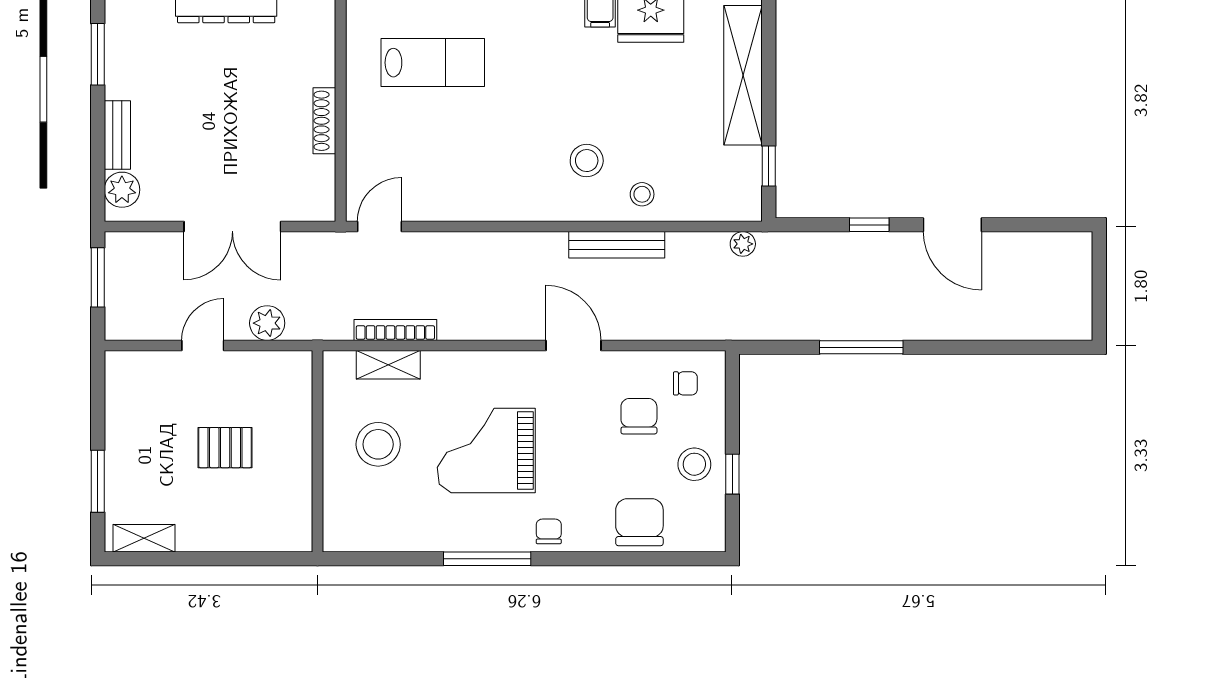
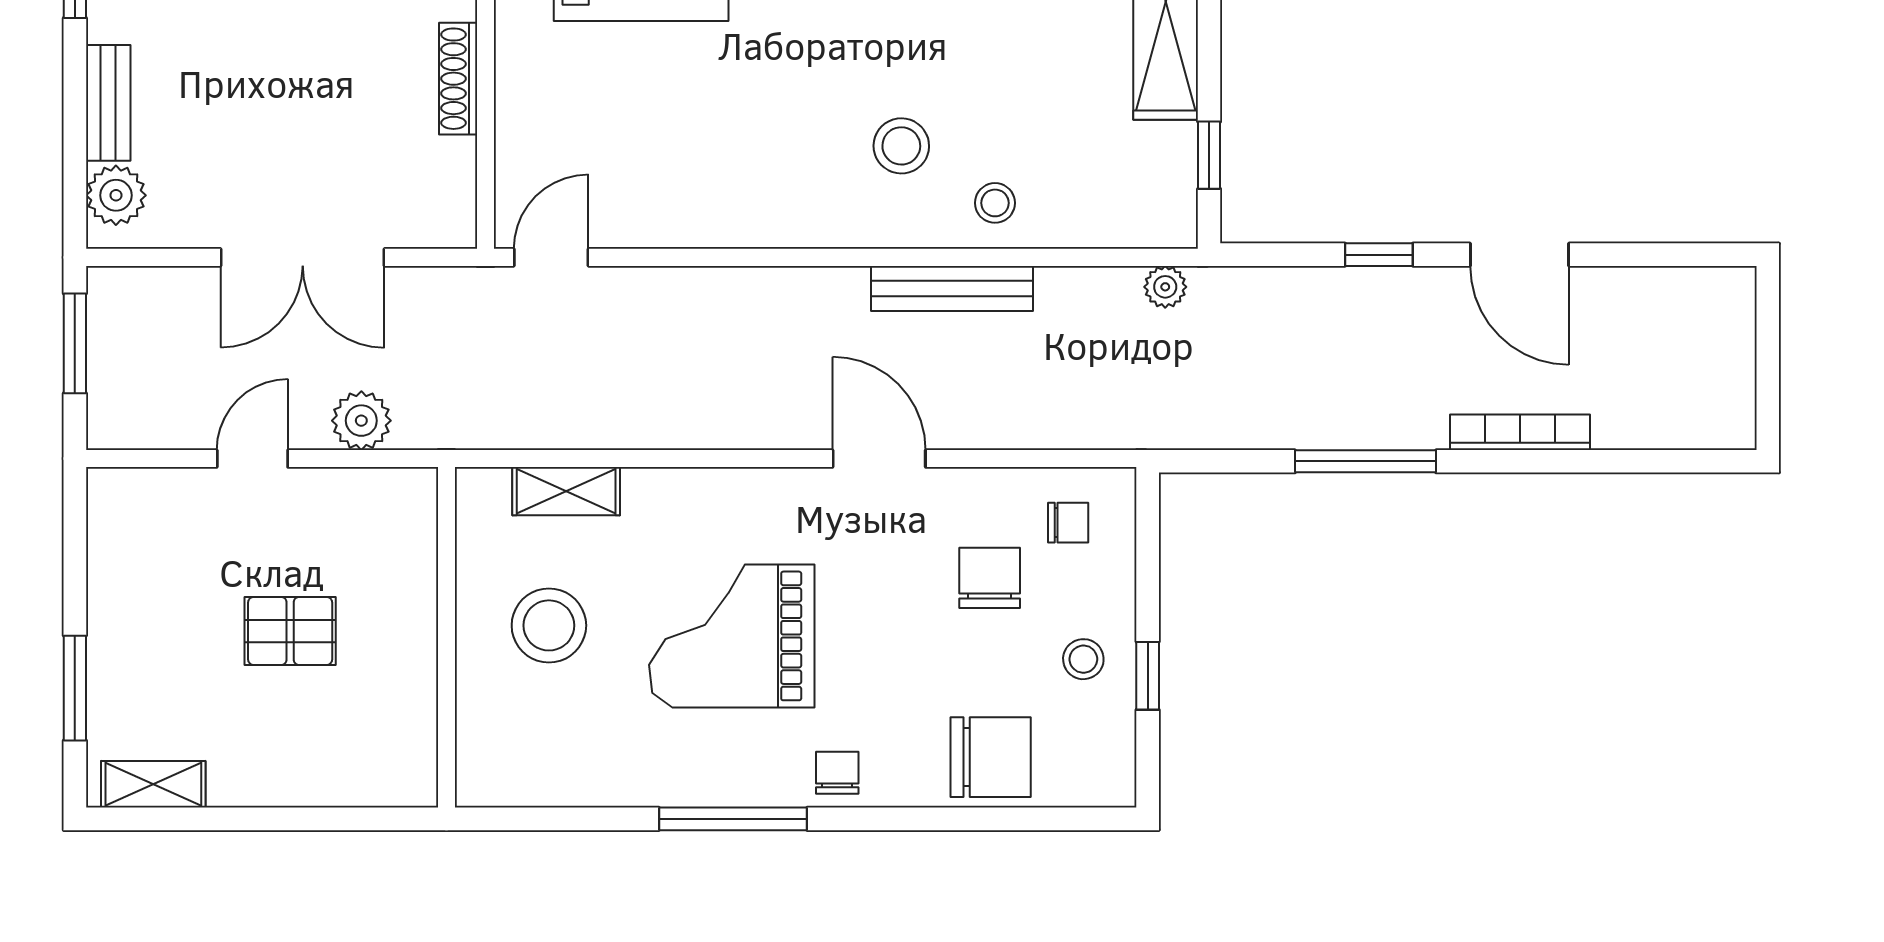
bookcase: (395, 330) -> (1520, 432), moved
stool: (694, 464) -> (1083, 659), width x0.73, depth x0.73
chair: (639, 522) -> (991, 757), turned 90

